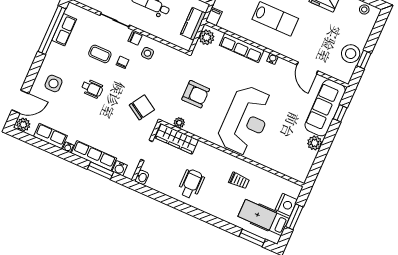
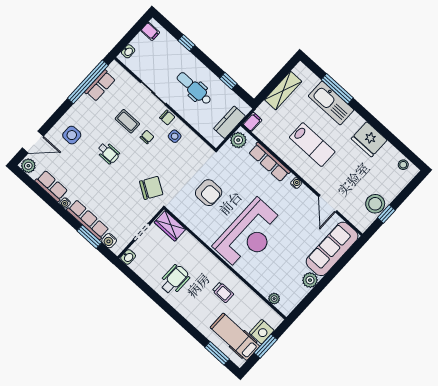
window: (340, 113) -> (345, 259), removed
plant: (179, 123) -> (274, 299), moved
wardrobe: (177, 139) -> (170, 226), width x0.67

